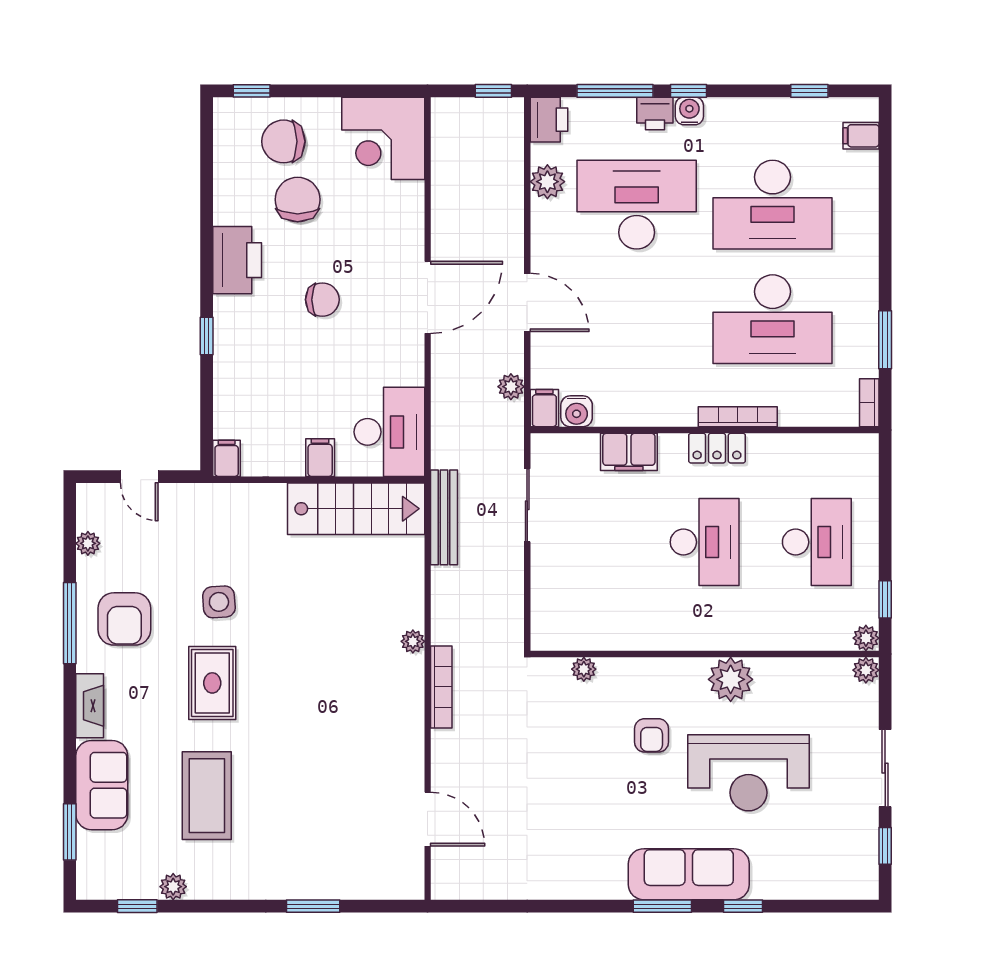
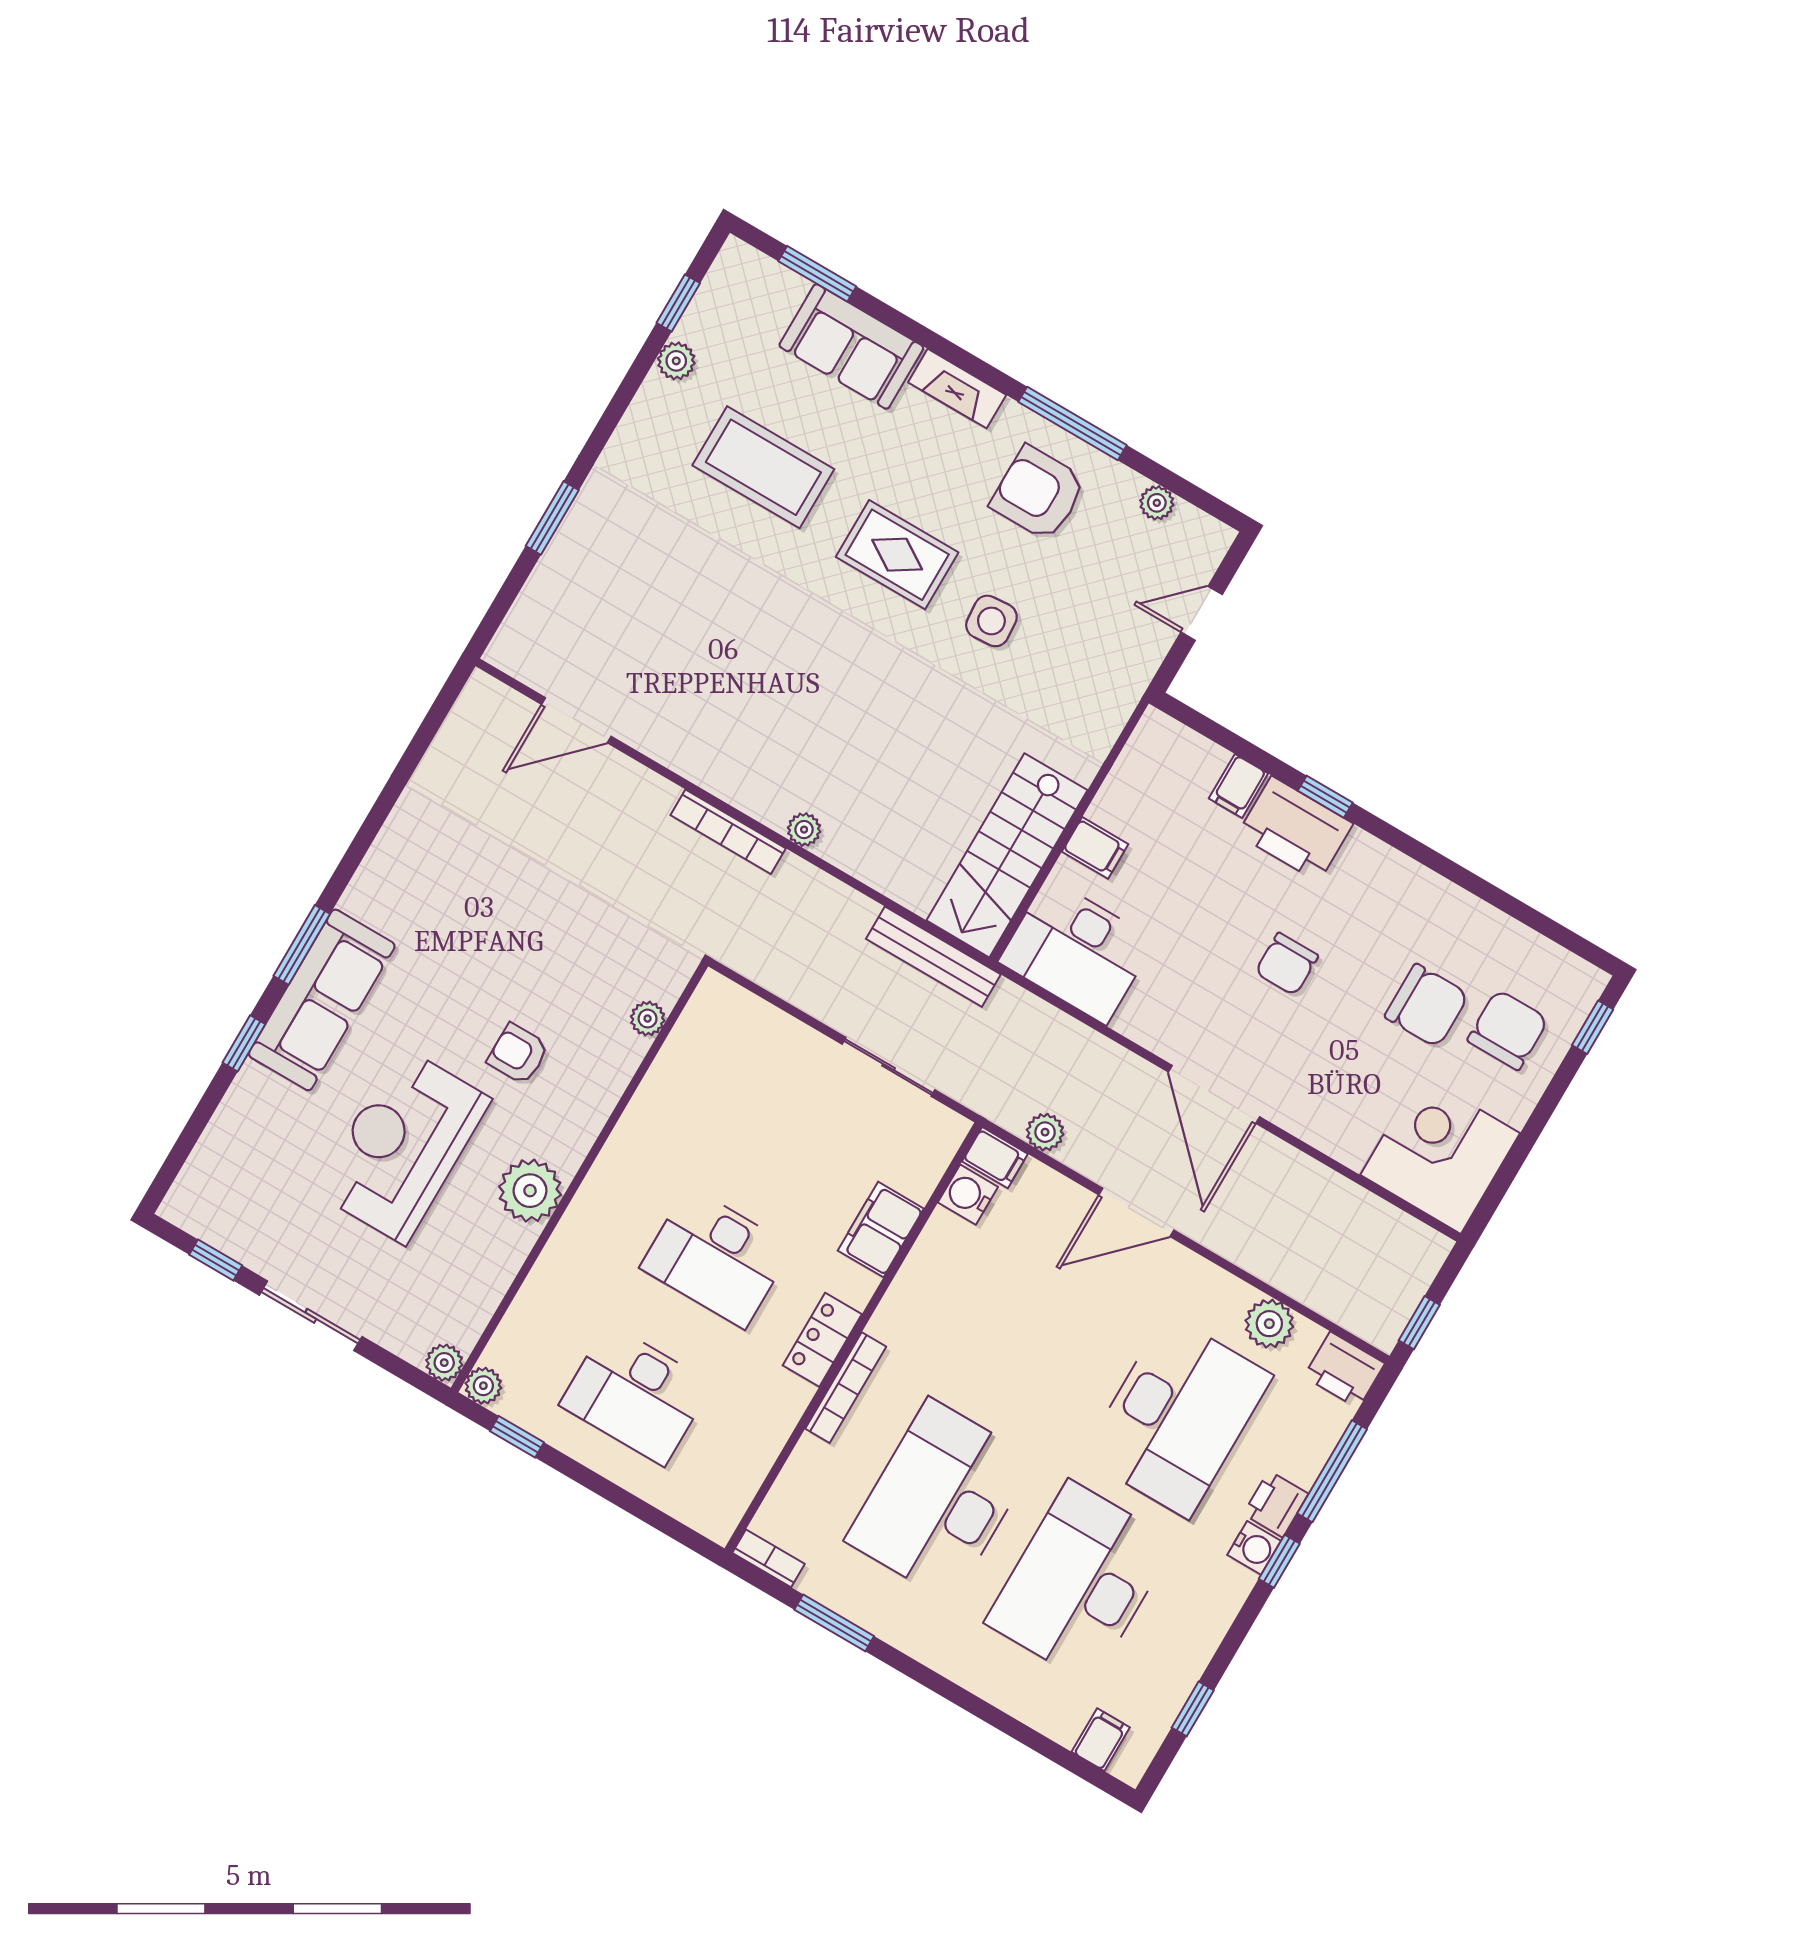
printer: (237, 260) -> (1295, 829), moved
filing cabinet: (227, 458) -> (1238, 786), moved, turned 90

